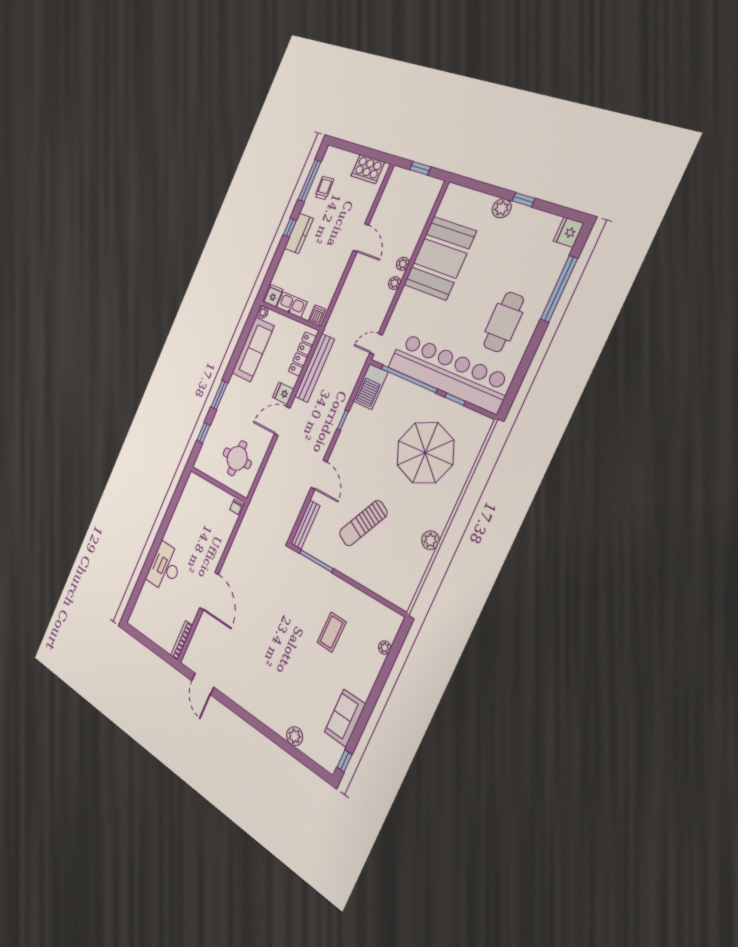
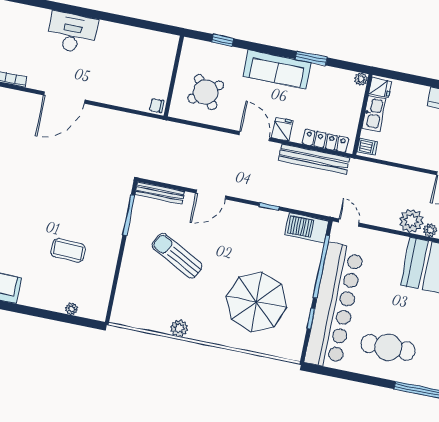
plant: (395, 283) -> (411, 221), width x1.88, depth x1.88
sofa: (253, 349) -> (277, 69), moved
window: (219, 395) -> (311, 58), moved
round table: (237, 458) -> (206, 92), turned -38

